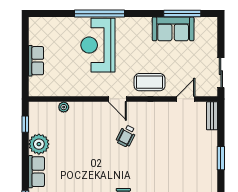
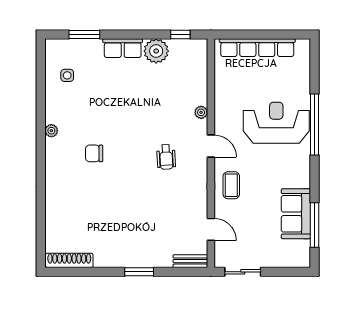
row of seats: (36, 61) -> (257, 48), width x2.02
coffee table: (150, 82) -> (231, 185), width x0.73, depth x0.77
door: (117, 99) -> (211, 146), swing flipped
plant: (64, 107) -> (201, 112), moved
wheelchair: (126, 136) -> (166, 157), turned -120

